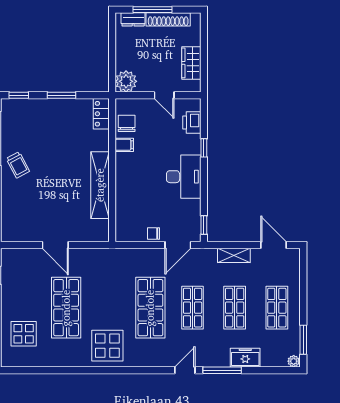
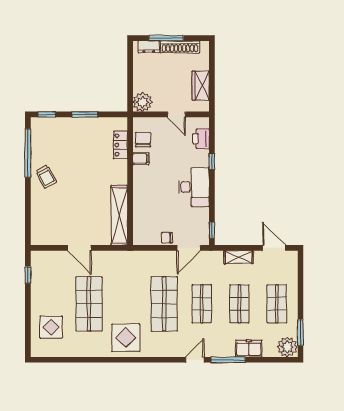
locker: (101, 114) -> (120, 145), moved
shelving: (100, 185) -> (119, 215), moved
plant: (294, 361) -> (287, 347), width x1.88, depth x1.88

